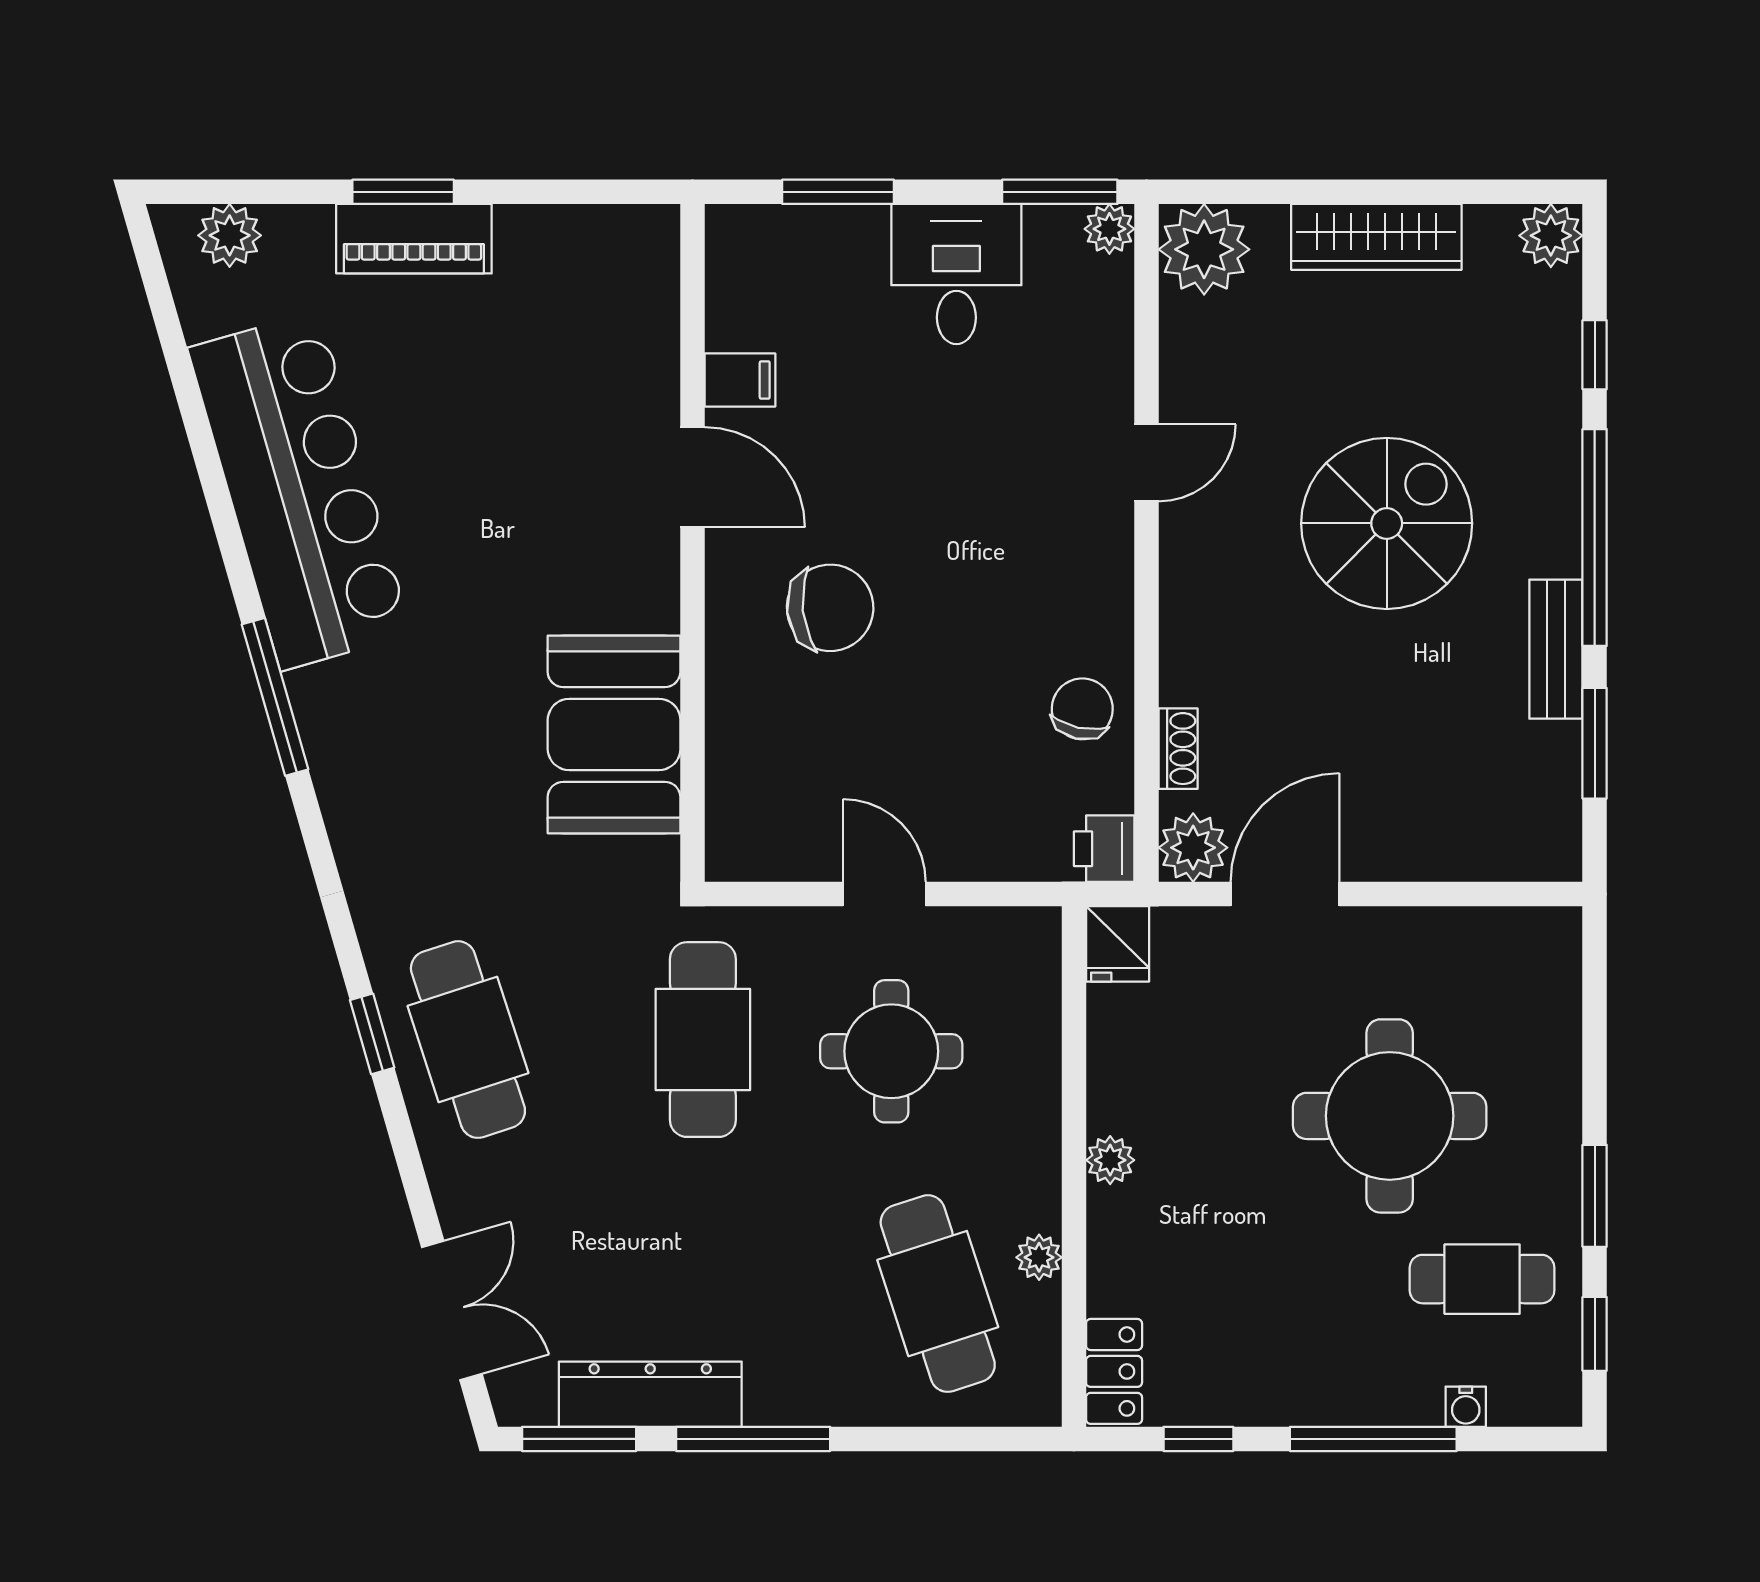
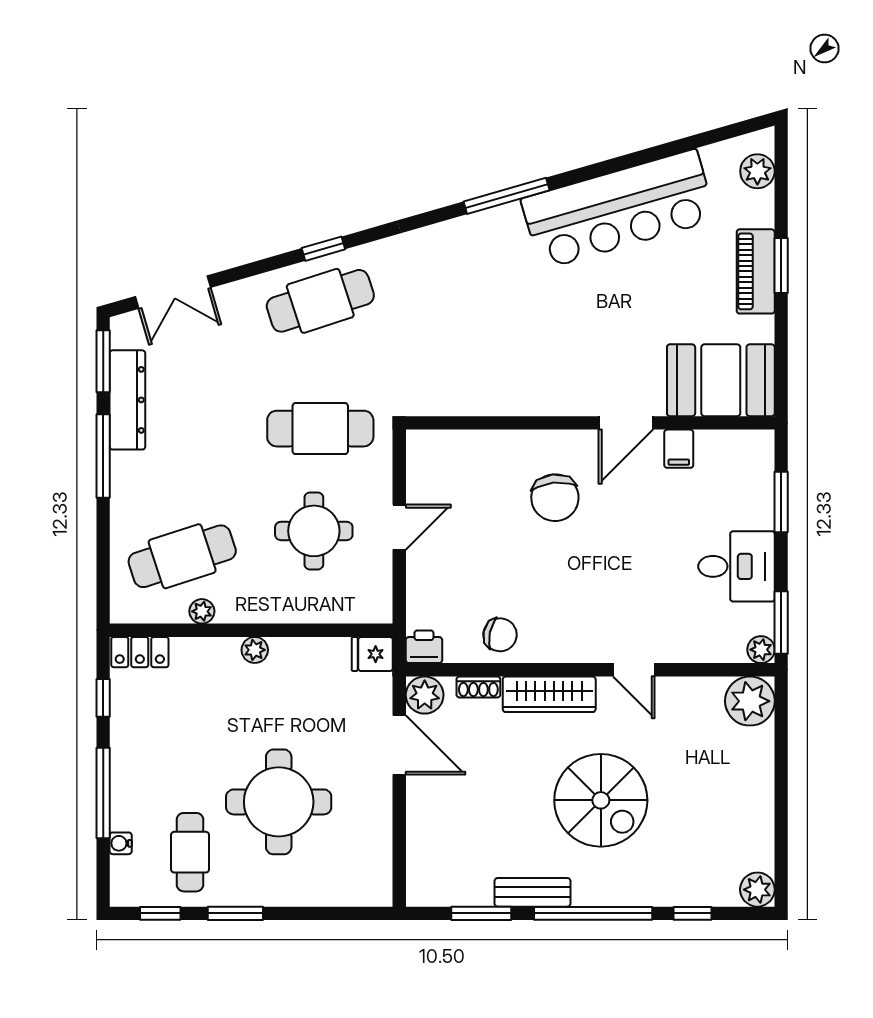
wardrobe: (1376, 237) -> (549, 694), moved, turned -90
booth: (614, 734) -> (721, 380), moved

